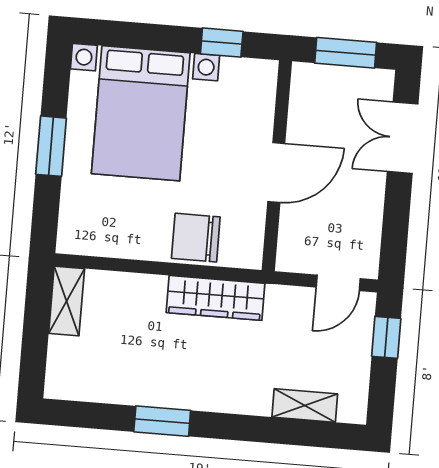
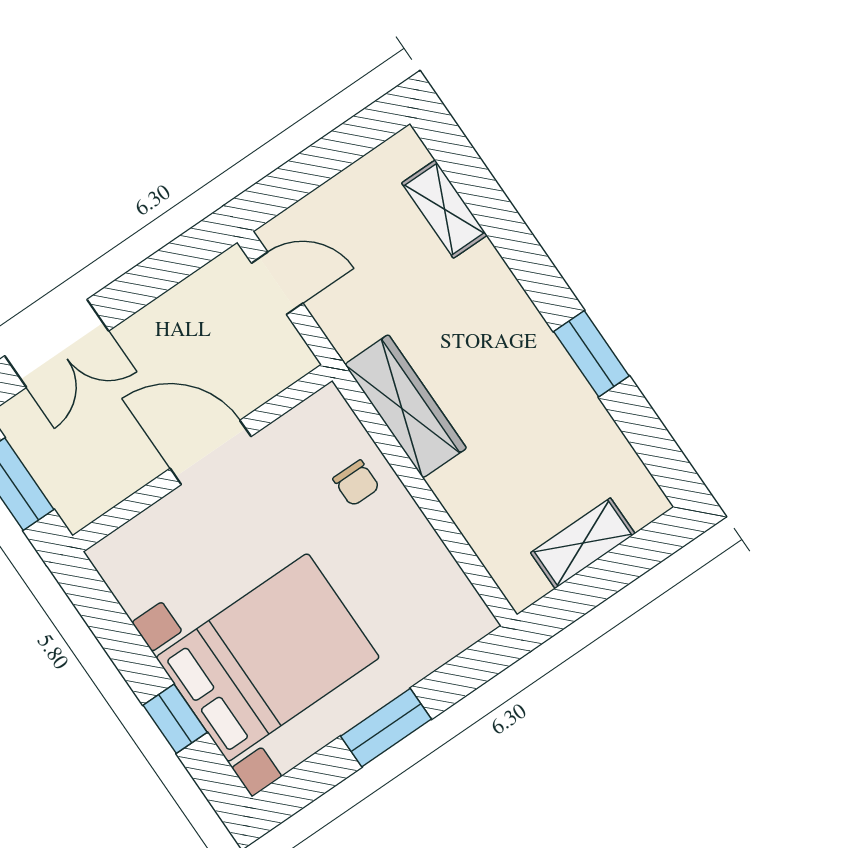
window: (222, 43) -> (175, 719), moved
chair: (196, 238) -> (356, 483), width x0.54, depth x0.54
shelving: (67, 301) -> (583, 543), moved
window: (386, 337) -> (294, 180), removed

